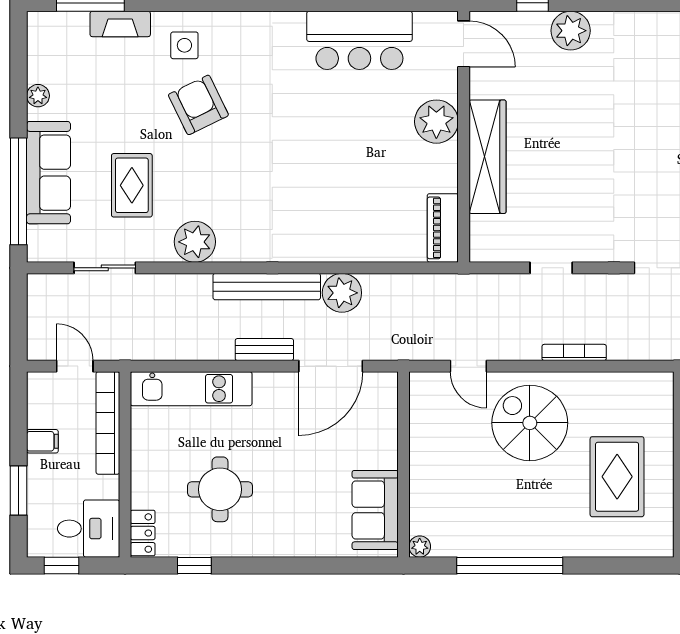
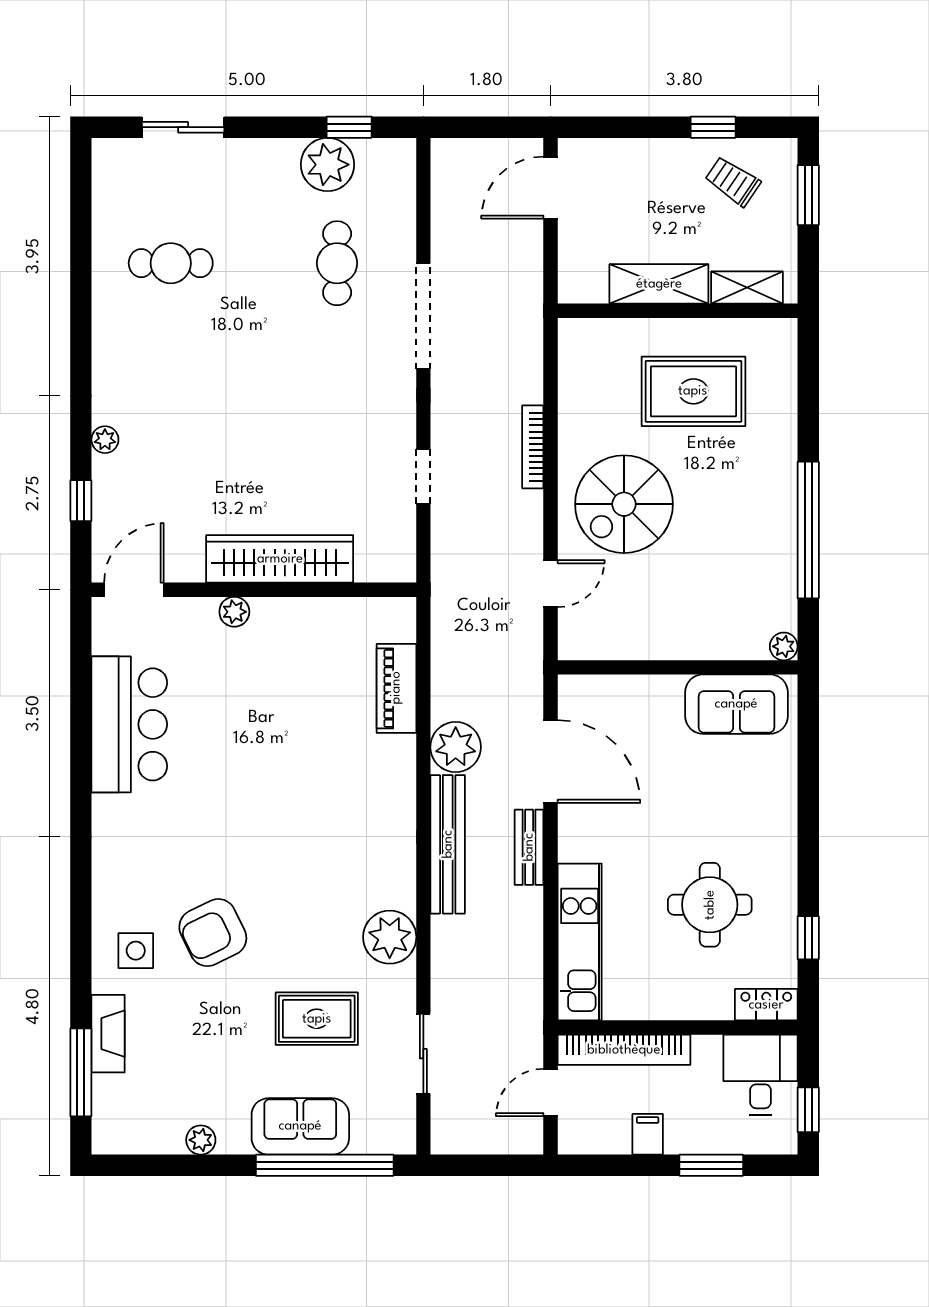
plant: (571, 31) -> (105, 440), width x0.53, depth x0.53
plant: (436, 122) -> (234, 612), width x0.53, depth x0.53
sofa: (48, 173) -> (300, 1126), width x0.73
piano: (443, 228) -> (396, 688), moved, turned 90

